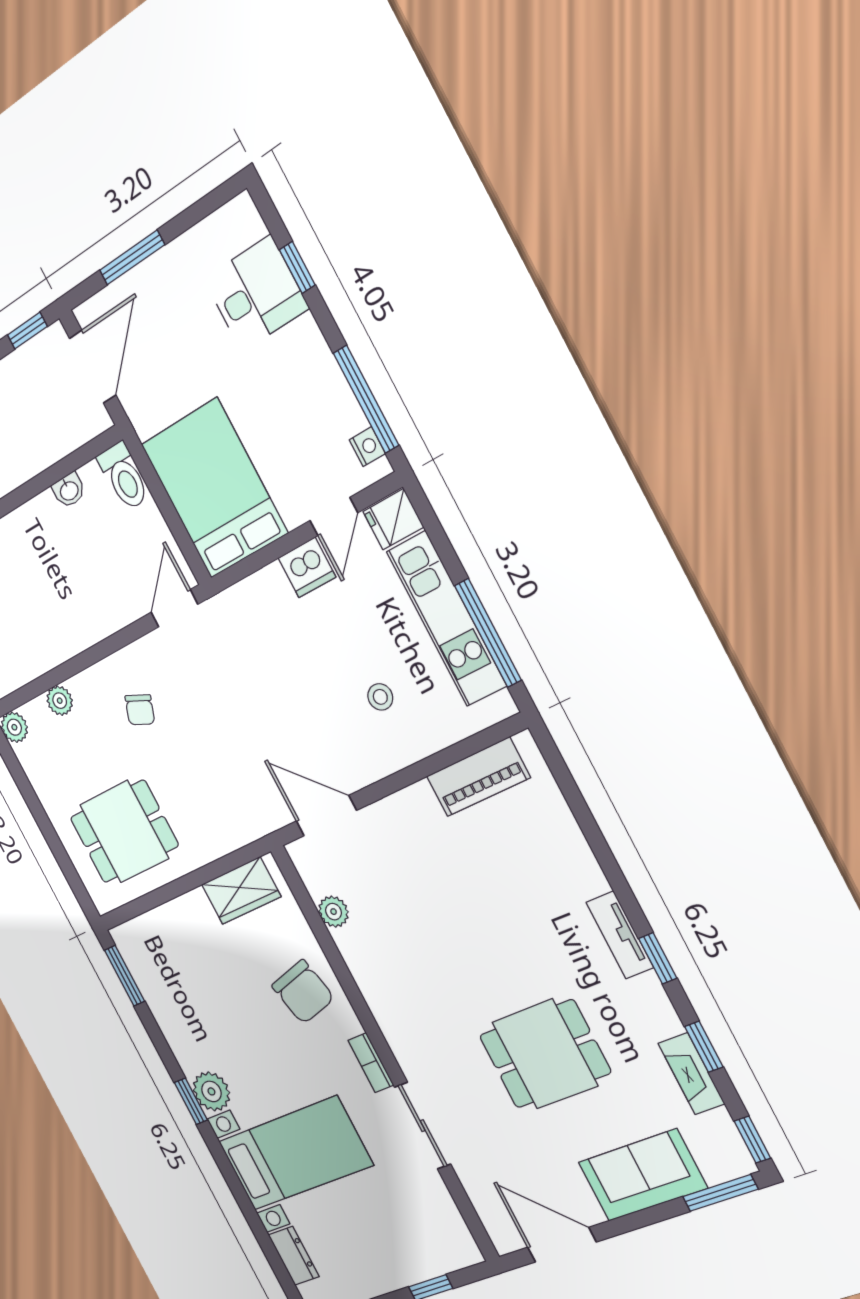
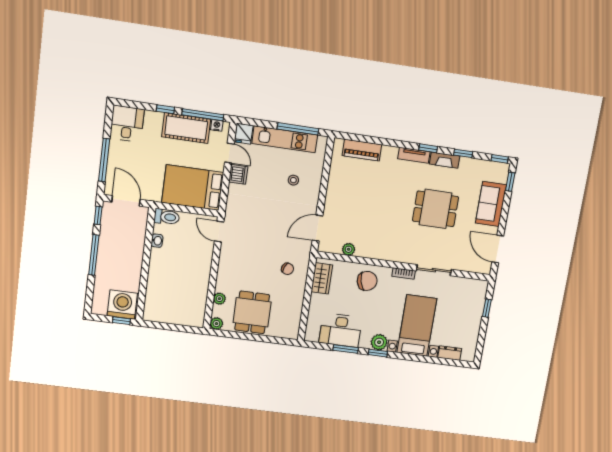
window: (132, 257) -> (104, 160), width x1.44
window: (297, 267) -> (165, 109), moved
desk: (256, 294) -> (127, 124), moved
cot: (315, 383) -> (186, 128), added
chair: (140, 710) -> (287, 269), moved
piano: (478, 777) -> (362, 150), moved, turned 90
dining table: (124, 832) -> (252, 312), moved
window: (125, 976) -> (346, 349), moved
desk: (177, 995) -> (340, 330), added
dining table: (545, 1054) -> (435, 209), turned 90
fireplace: (691, 1074) -> (445, 160), moved
window: (720, 1193) -> (510, 182), width x0.67
door: (562, 1245) -> (498, 249), hinge flipped

